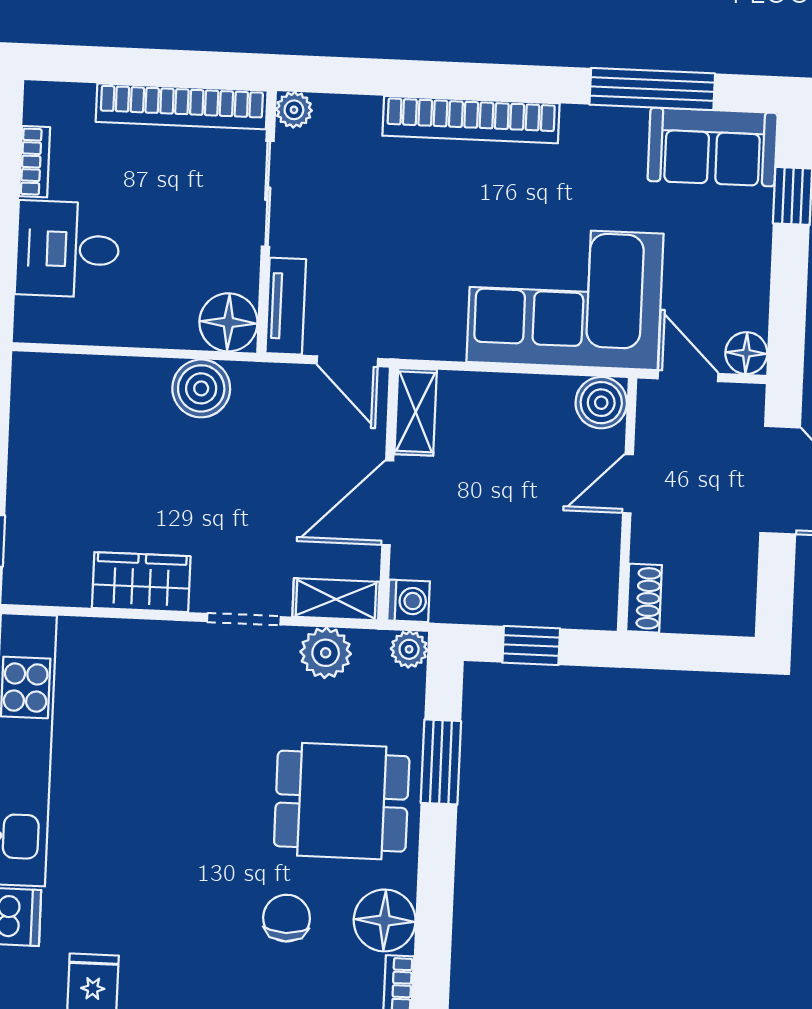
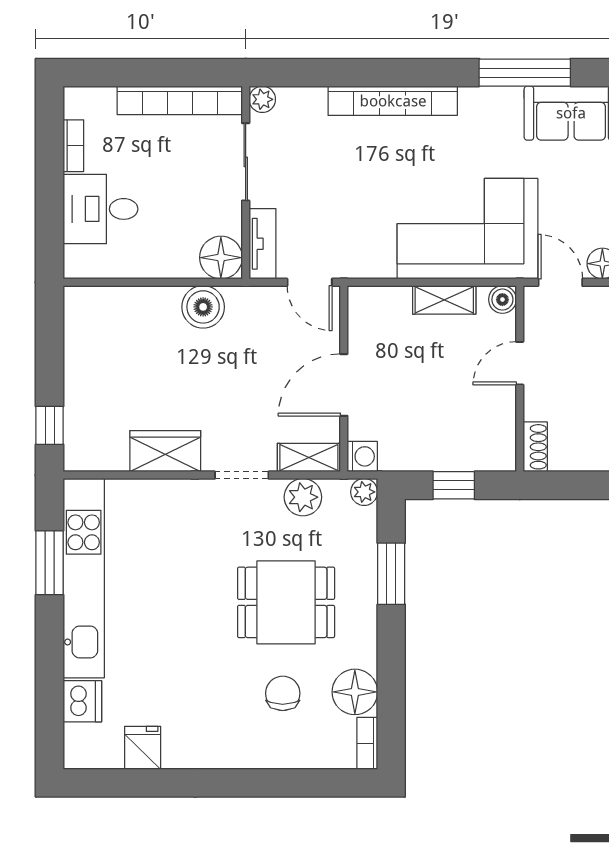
boiler: (601, 403) -> (502, 300), width x0.73, depth x0.73
shelving: (416, 412) -> (444, 300), moved, turned 90
dining table: (342, 801) -> (286, 602), moved

